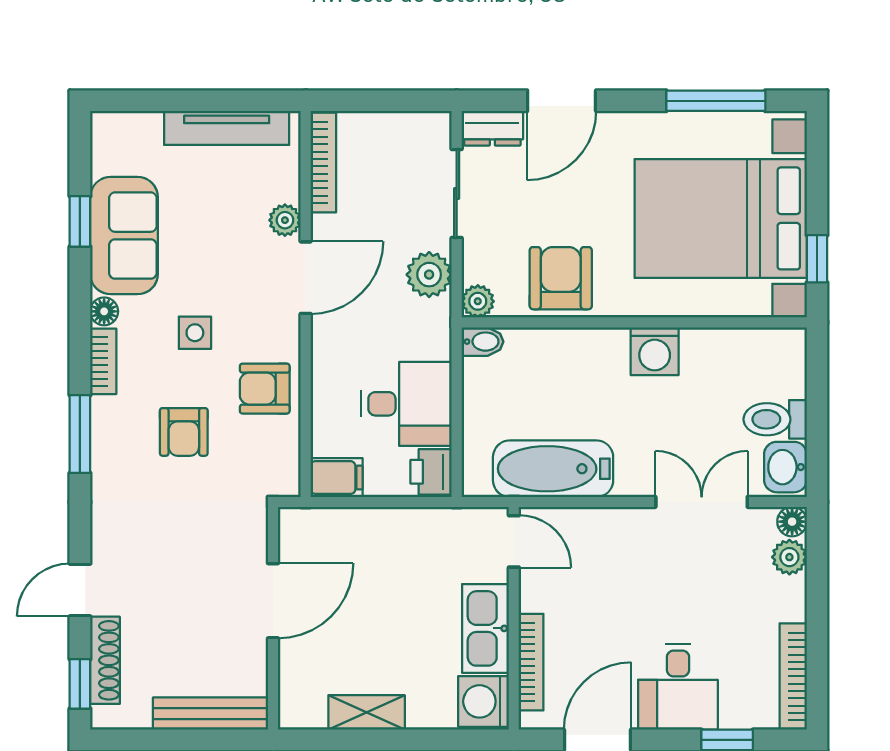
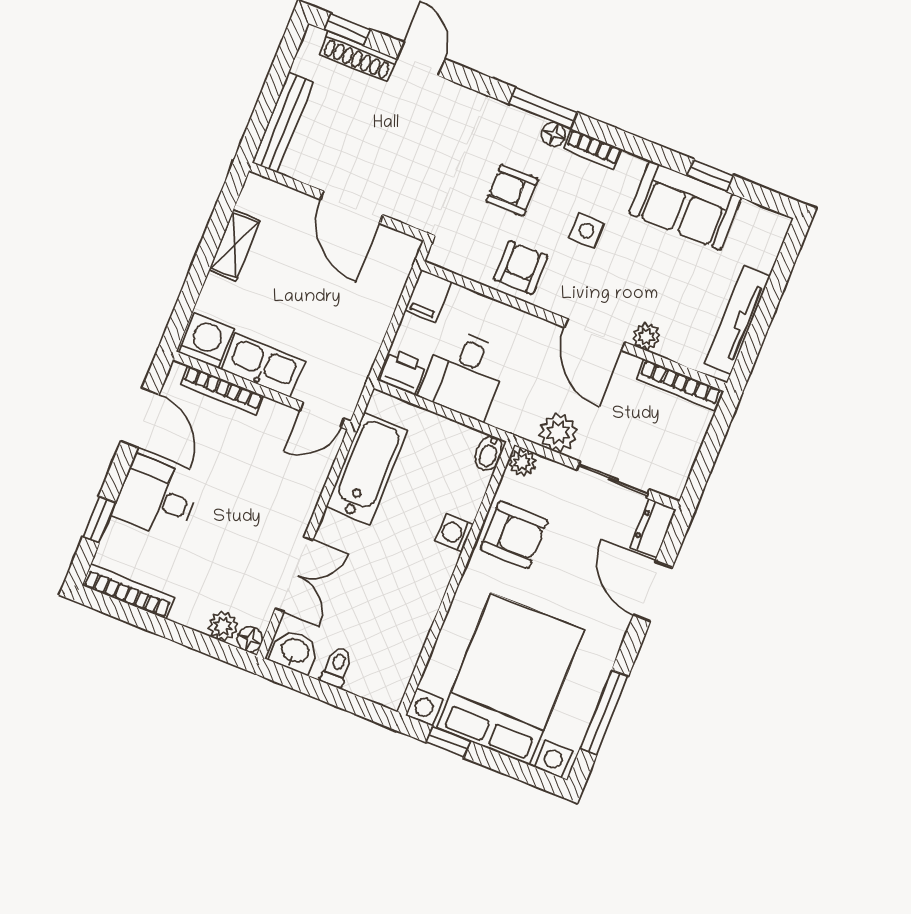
floor lamp: (104, 311) -> (553, 134), moved
washing machine: (655, 351) -> (454, 533), moved, width x0.73, depth x0.73
toilet: (775, 419) -> (337, 667), width x0.73, depth x0.72

